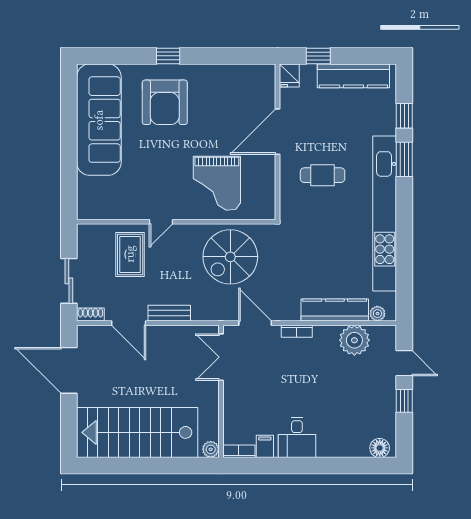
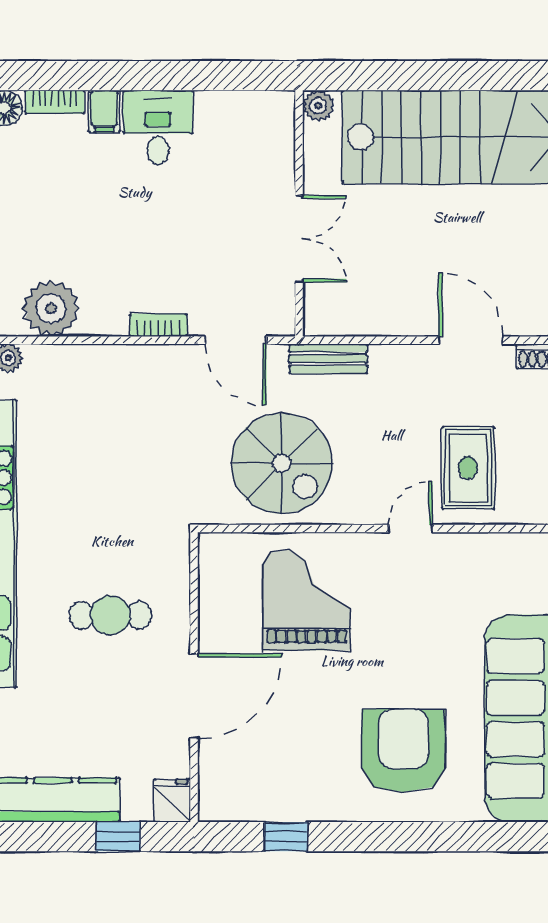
window: (168, 56) -> (286, 837), moved
spiral stairs: (230, 257) -> (282, 463), turned 90
kitchen counter: (335, 310) -> (88, 365), removed
bench: (169, 313) -> (328, 359), moved
double door: (221, 357) -> (299, 239), moved
filing cabinet: (265, 446) -> (104, 111), moved
bookcase: (239, 451) -> (55, 102), moved

